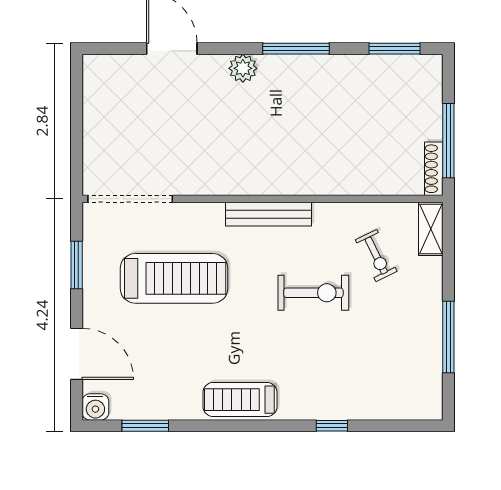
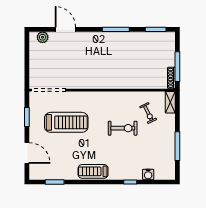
plant: (243, 68) -> (43, 37), moved
bench: (268, 214) -> (105, 96), removed
water cooler: (95, 407) -> (148, 174), moved

